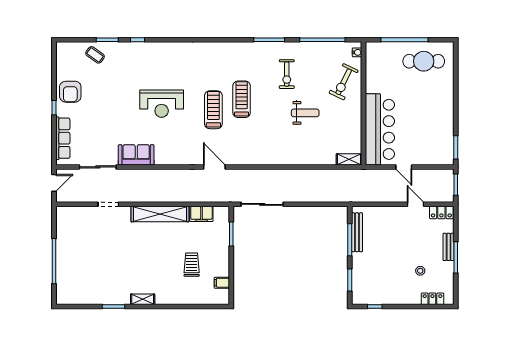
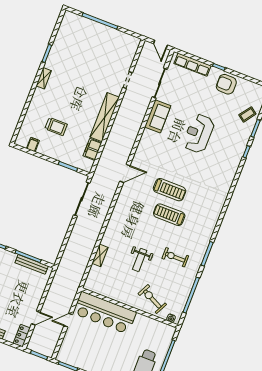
treadmill: (242, 99) -> (169, 215), turned 180
reception desk: (162, 104) -> (199, 134), moved
shelving: (349, 159) -> (100, 255), moved

